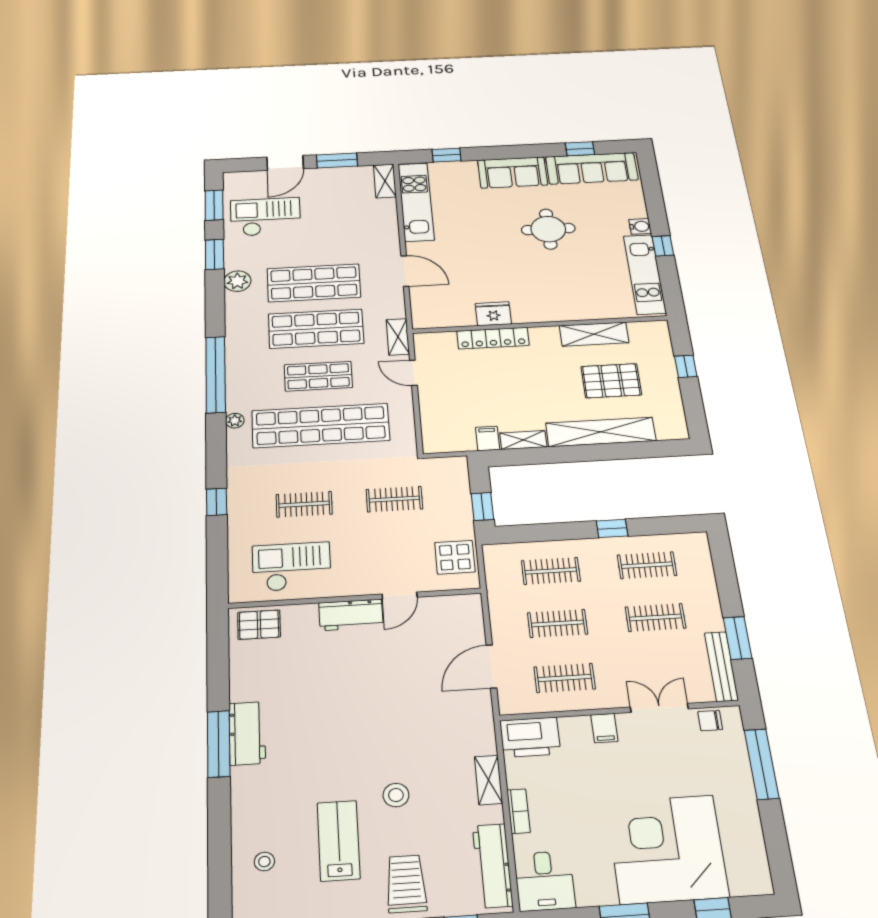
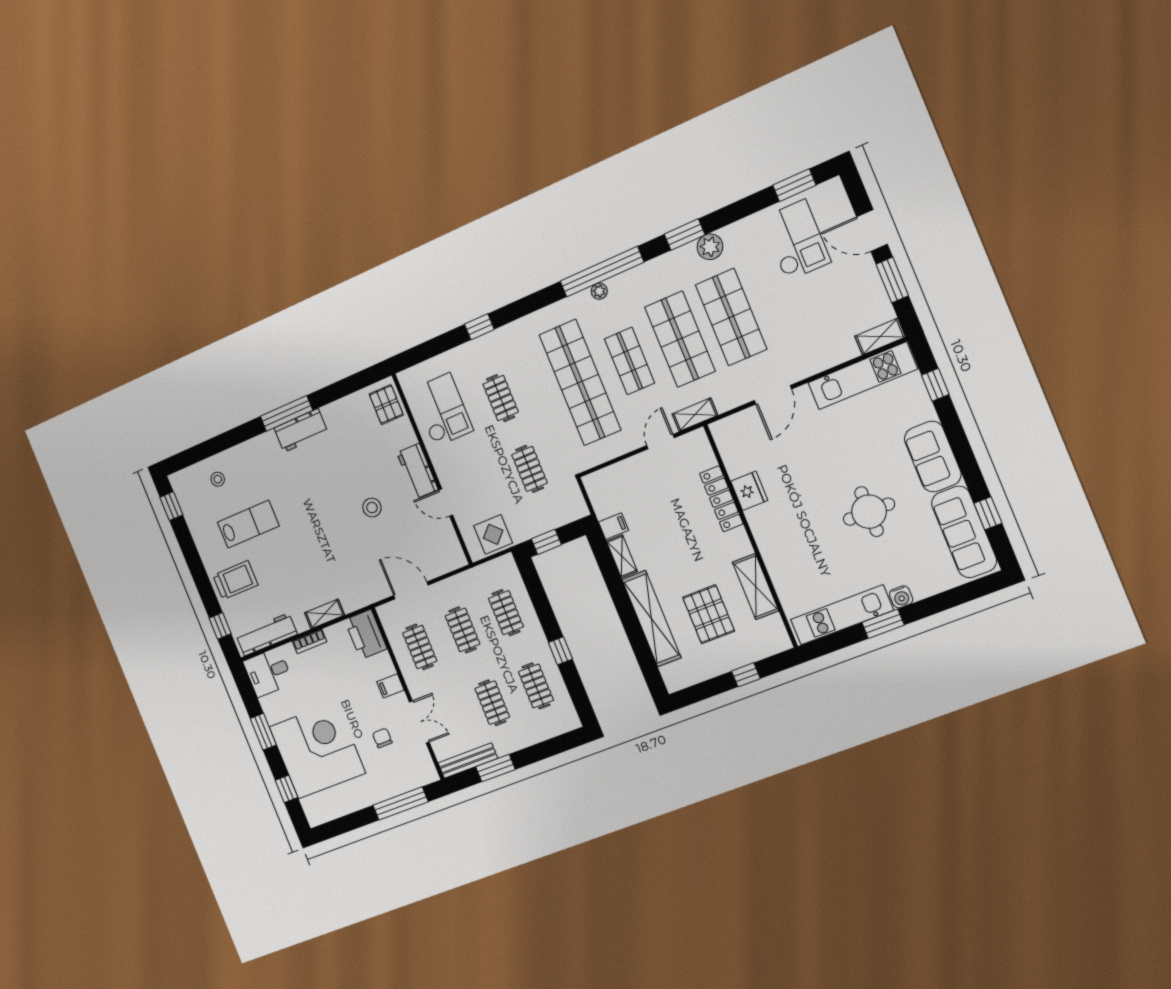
window: (663, 246) -> (883, 624), width x1.50
window: (215, 254) -> (685, 235), moved
plant: (235, 421) -> (599, 291), moved
chair: (710, 721) -> (382, 738), moved
stool: (396, 795) -> (372, 508), moved

